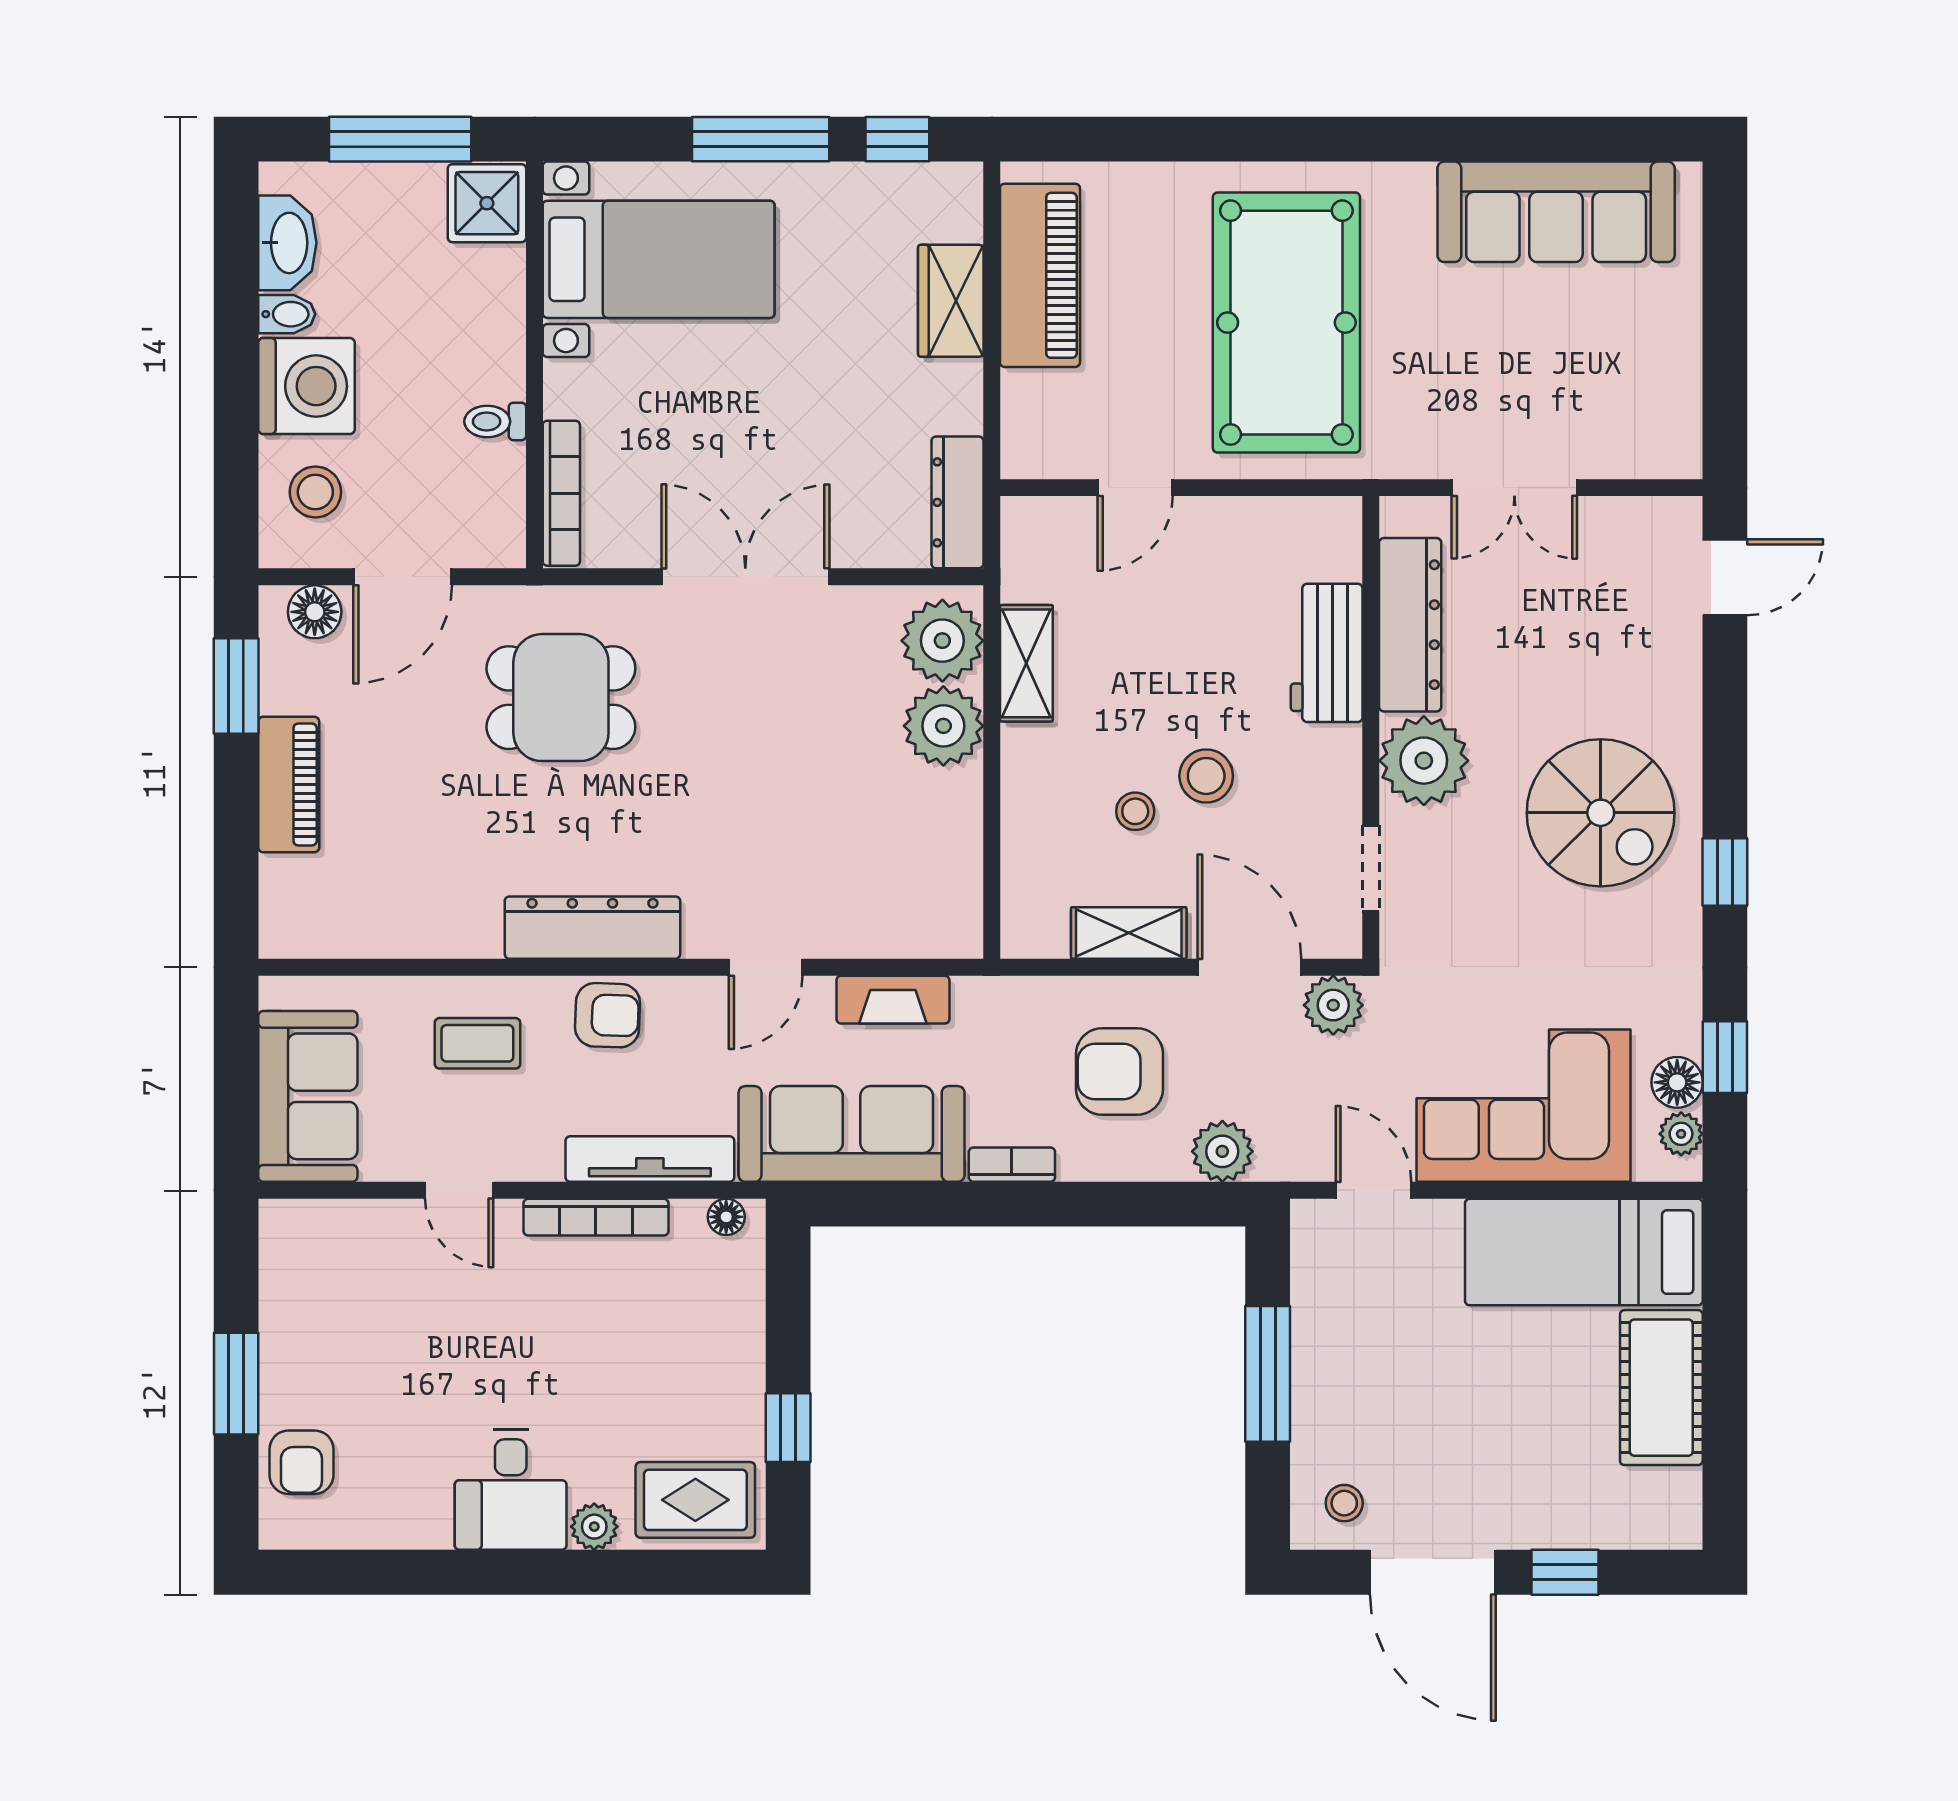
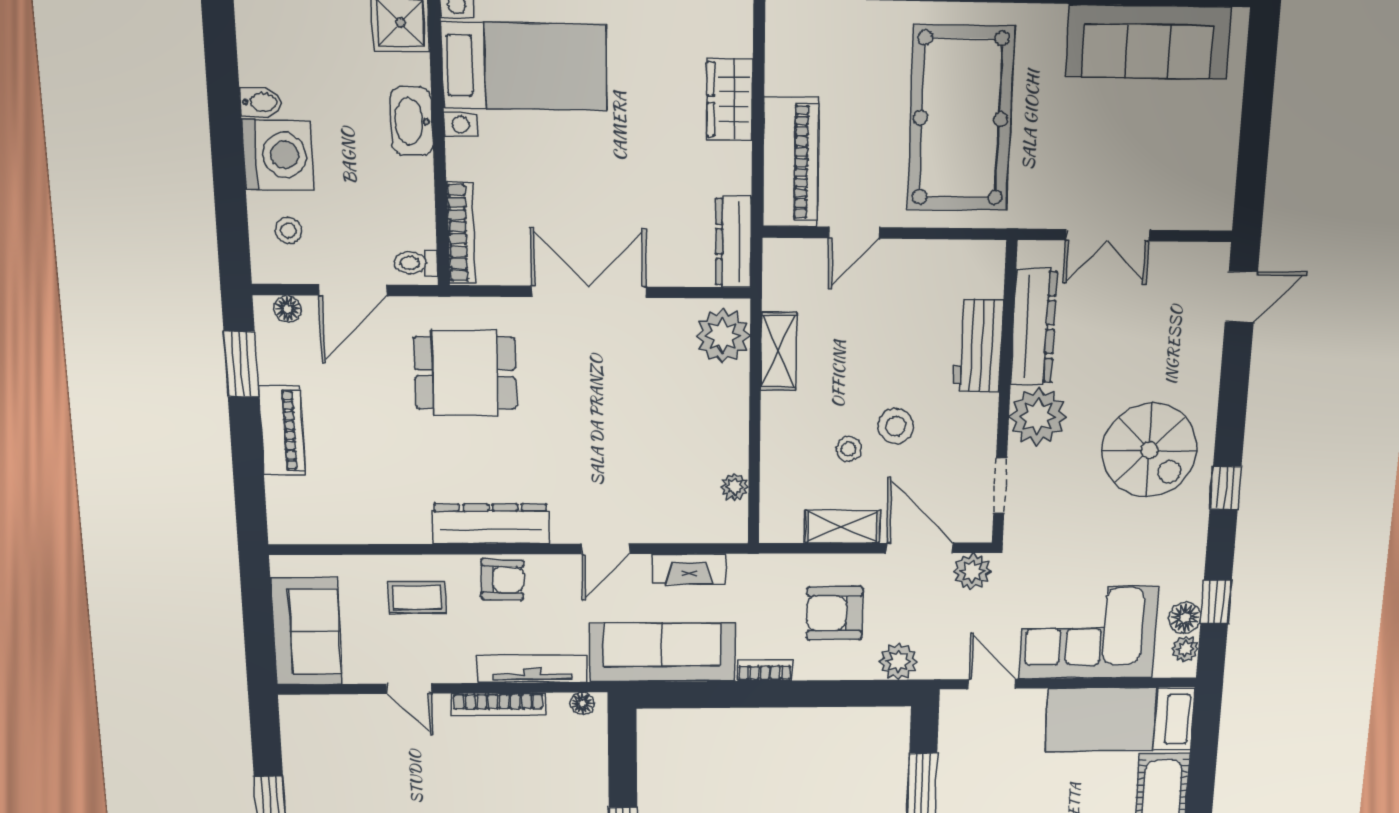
washbasin: (287, 243) -> (412, 121), moved, turned 180
piano: (1040, 275) -> (791, 162), moved
toilet: (495, 421) -> (416, 263), moved
stool: (315, 492) -> (288, 230), width x0.73, depth x0.73
floor lamp: (315, 612) -> (287, 309), width x0.73, depth x0.73
plant: (943, 726) -> (735, 487), moved, width x0.53, depth x0.53

